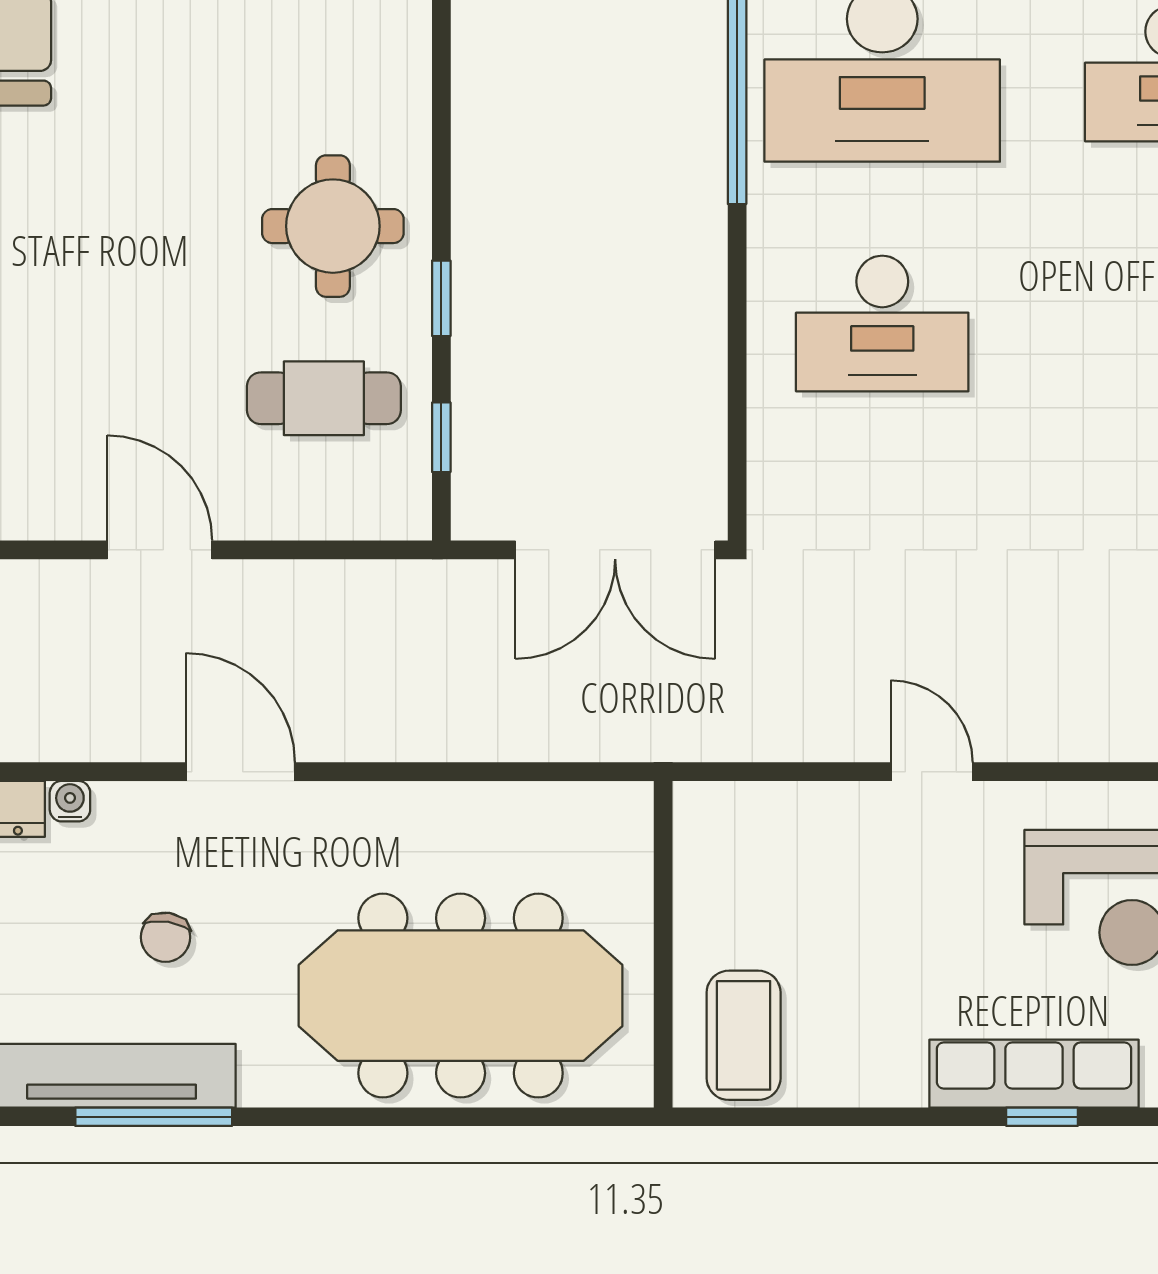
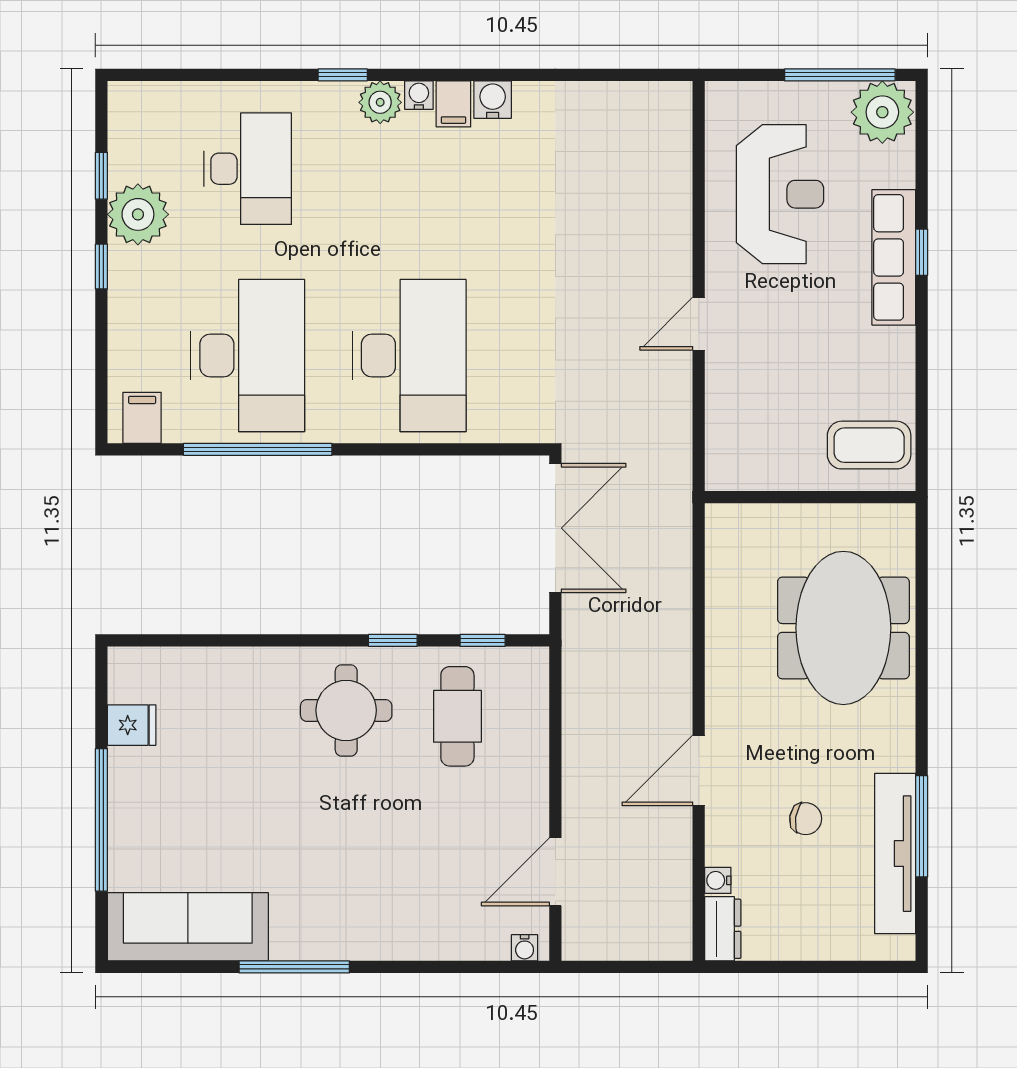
desk: (882, 324) -> (409, 356), width x1.36, depth x1.30
door: (160, 550) -> (555, 872), moved
meeting table: (461, 996) -> (843, 628), width x0.73

